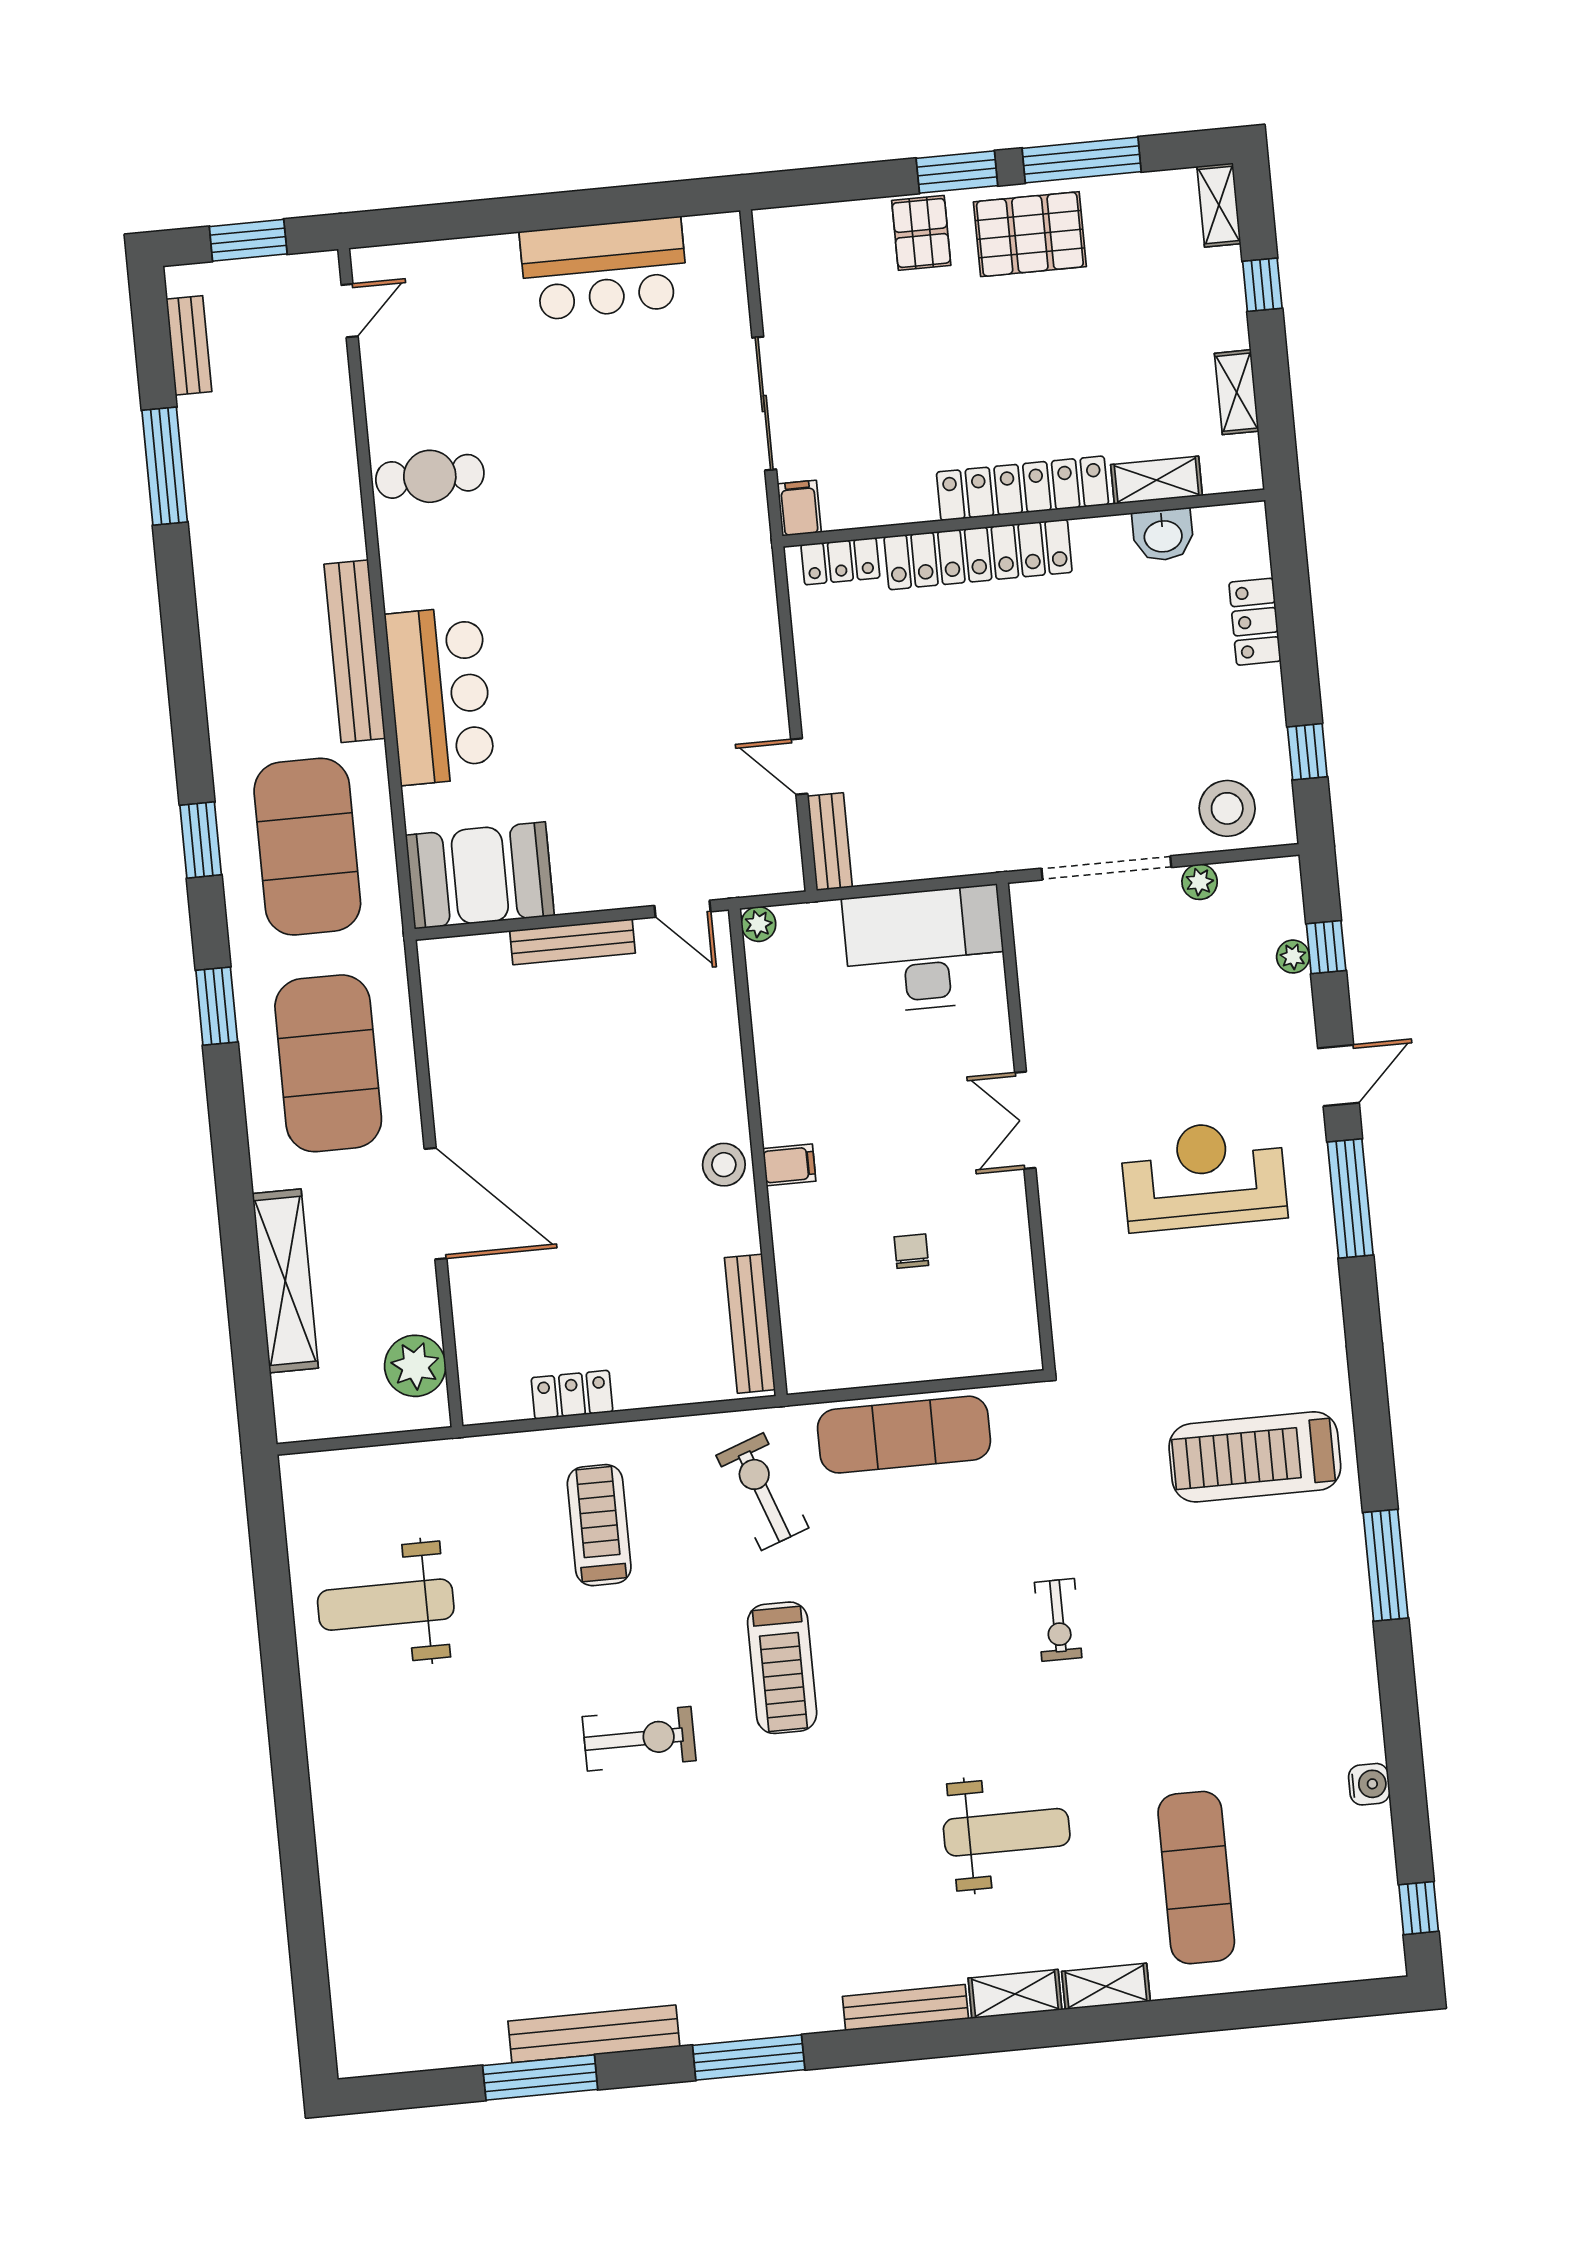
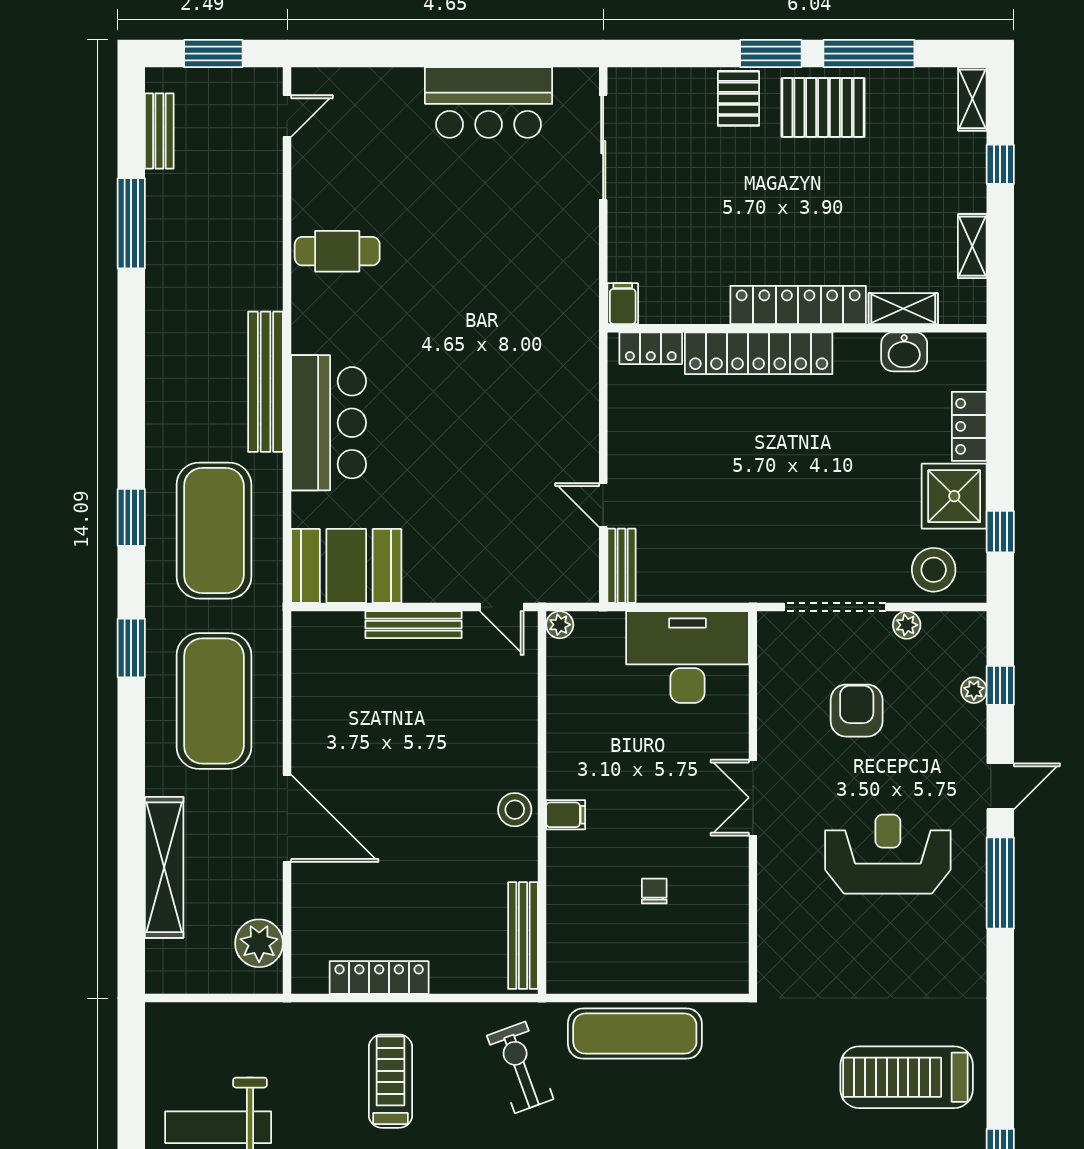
sliding door: (764, 403) -> (603, 147), moved
shower: (1244, 712) -> (954, 496), added
armchair: (1146, 997) -> (857, 711), added
locker: (572, 1395) -> (379, 978), width x1.53

